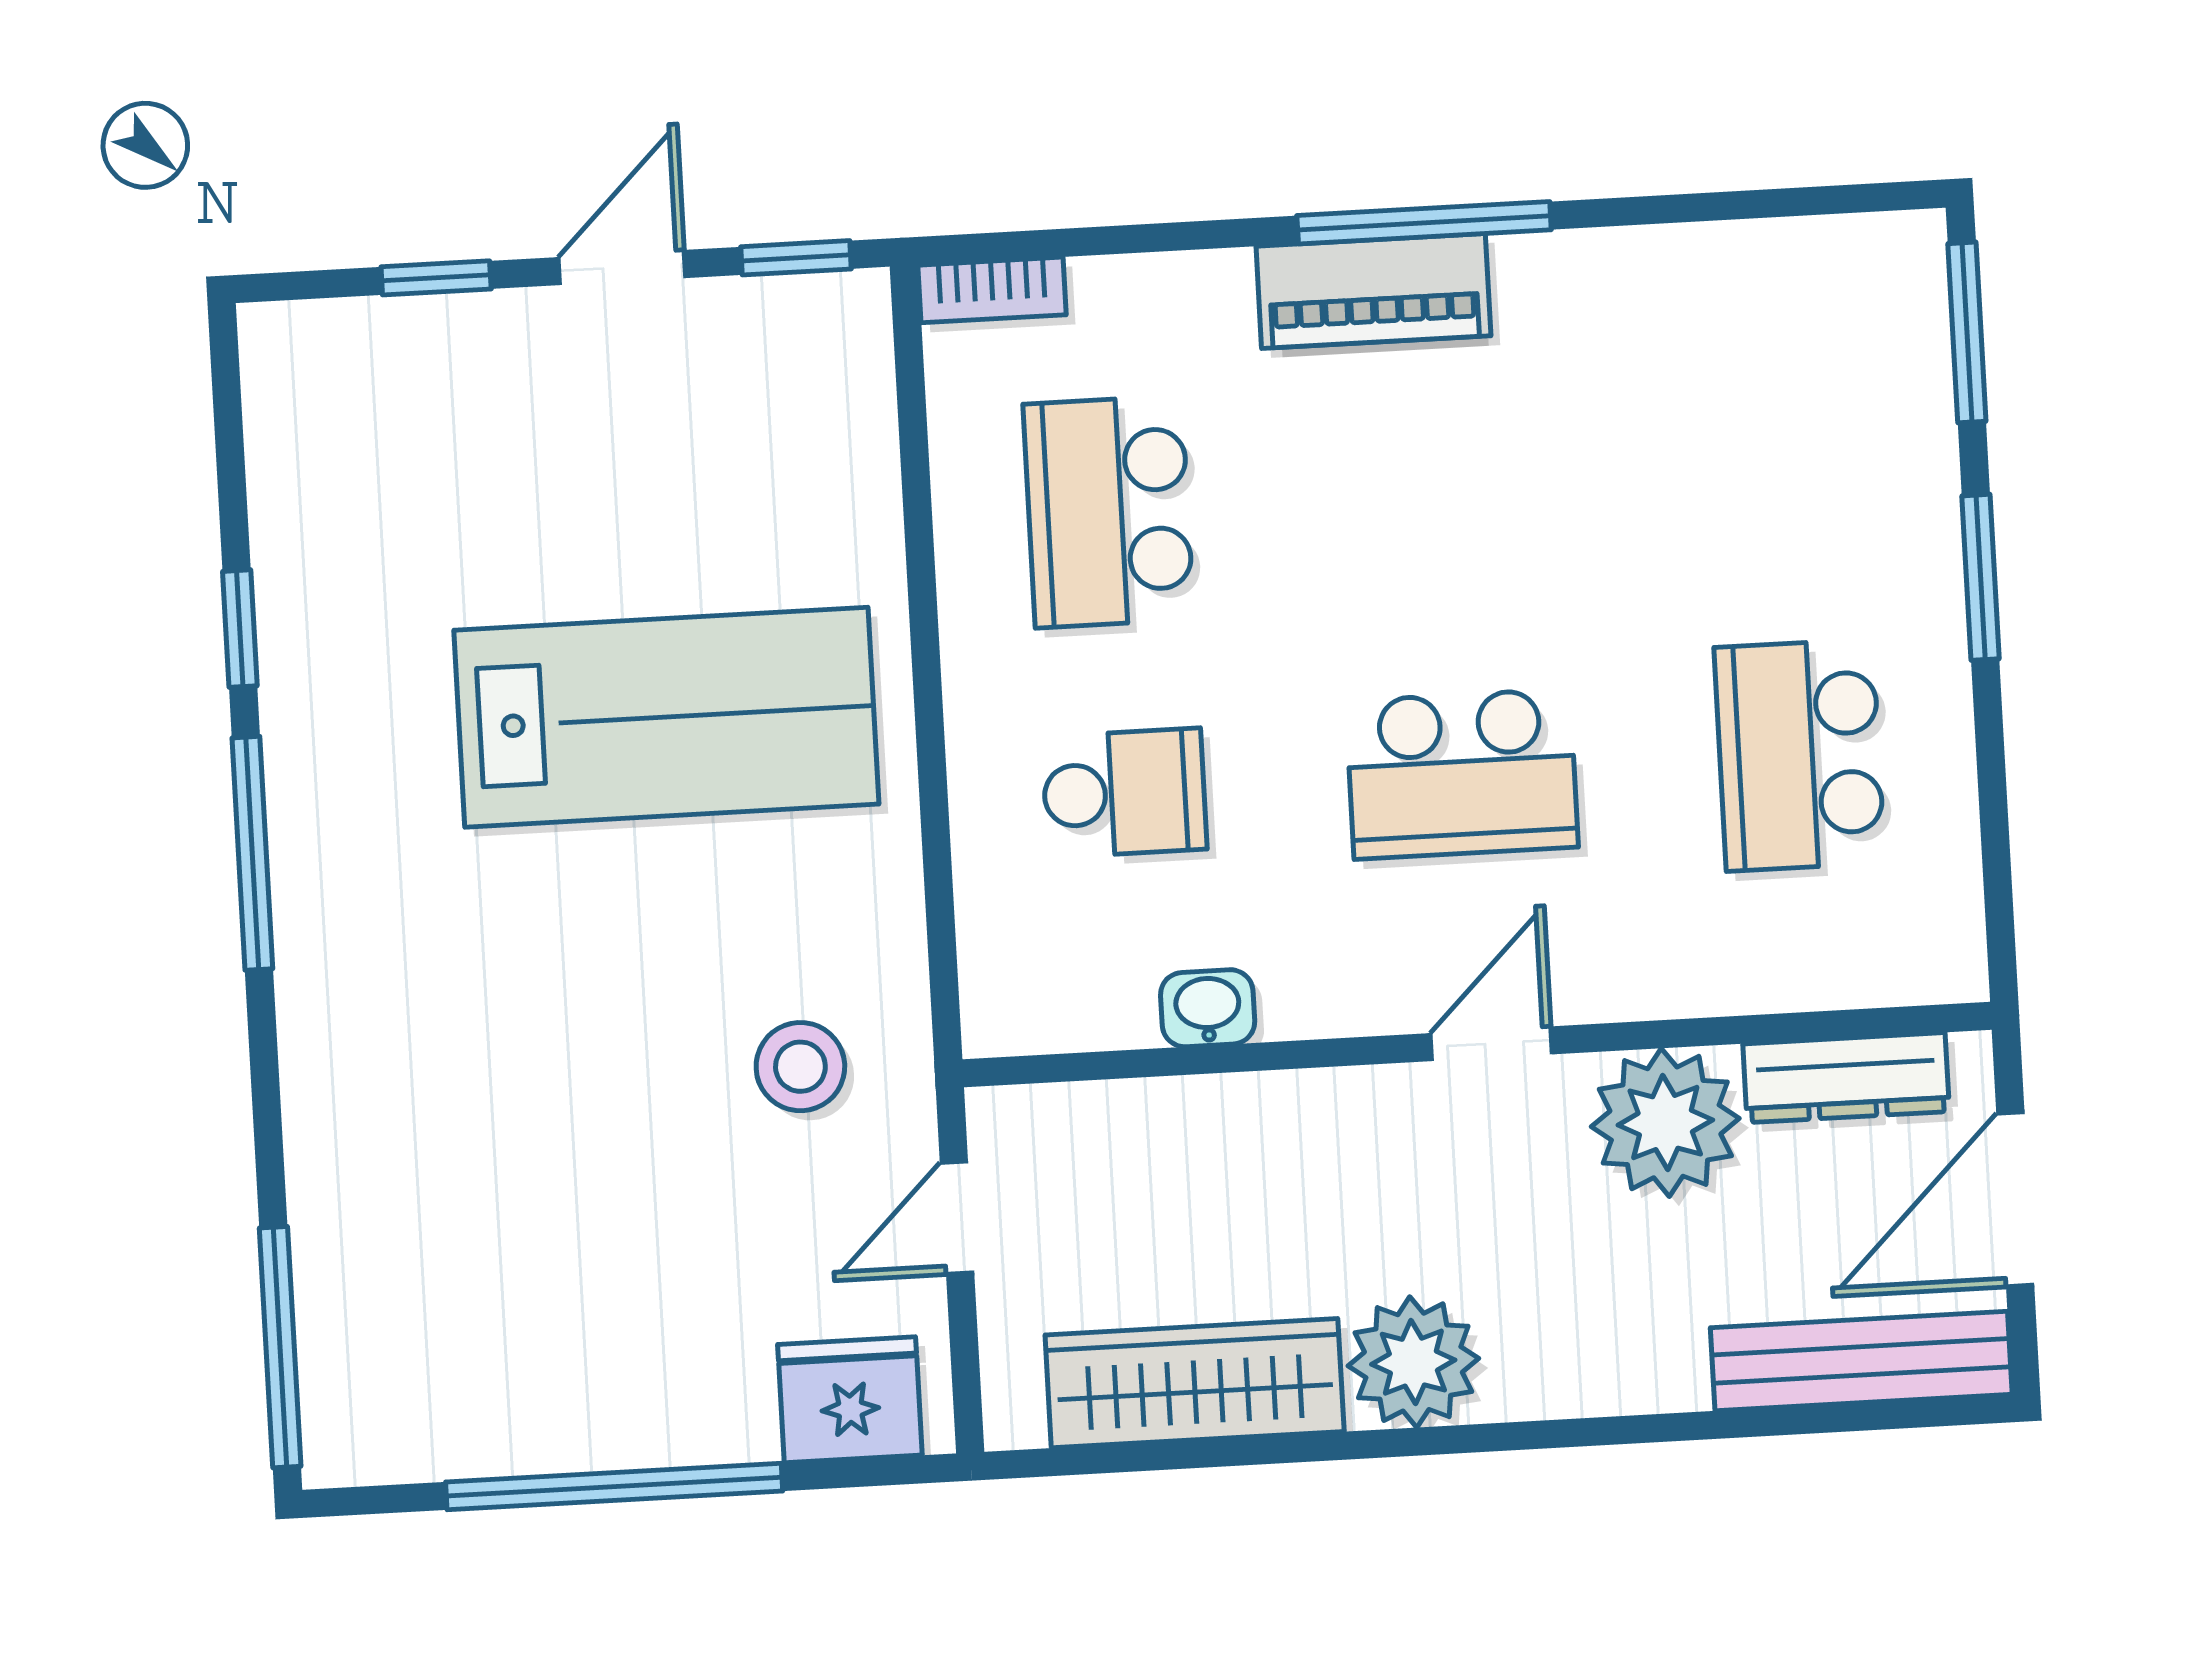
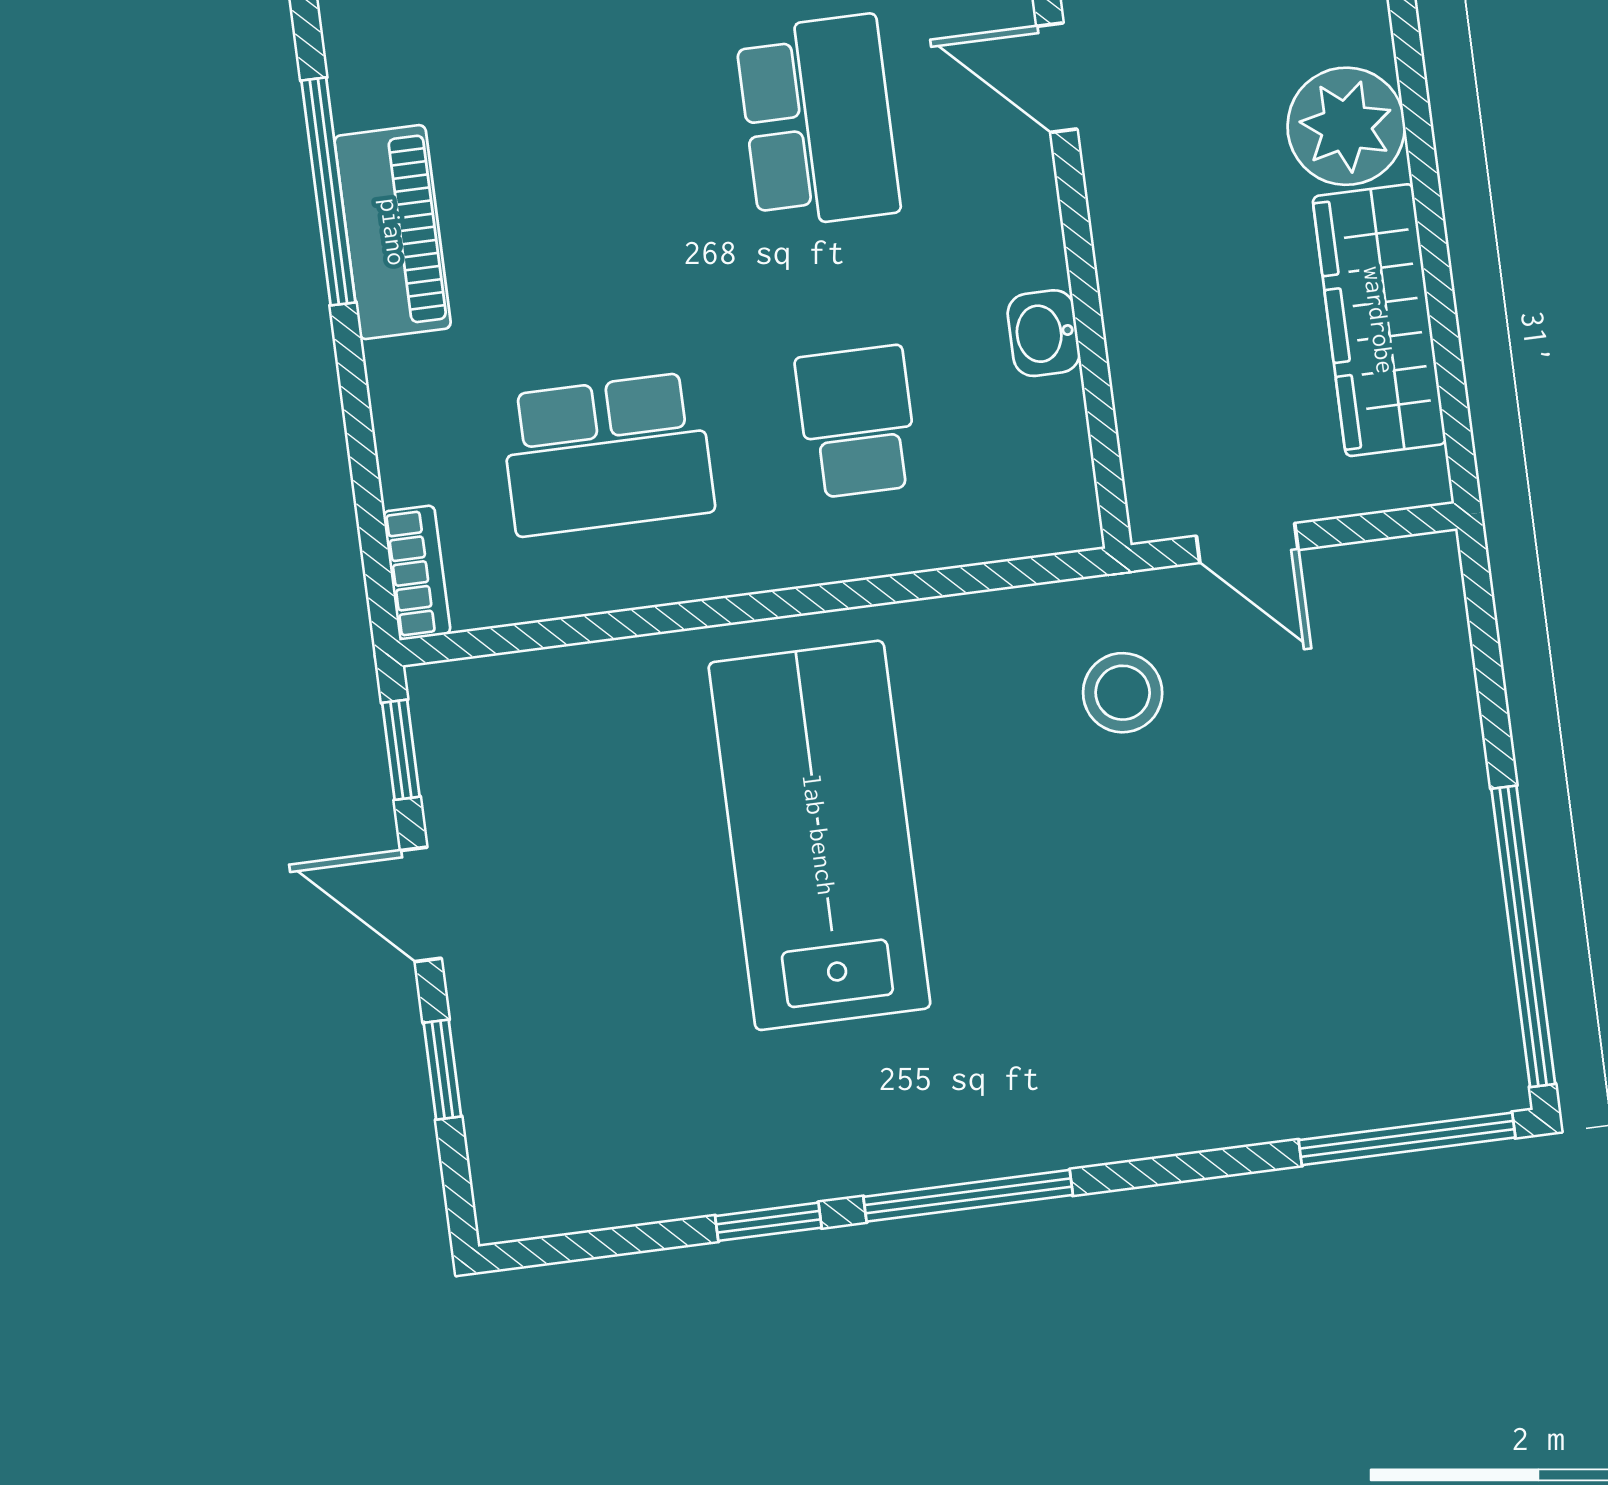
fridge: (850, 1400) -> (1417, 627), removed
window: (614, 1486) -> (1523, 936), moved

